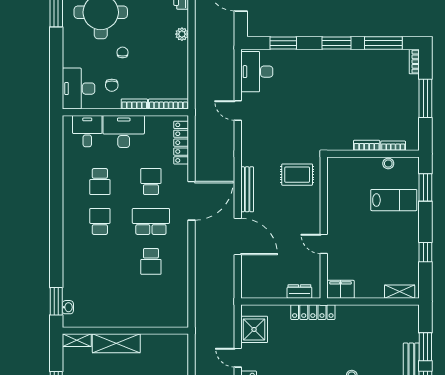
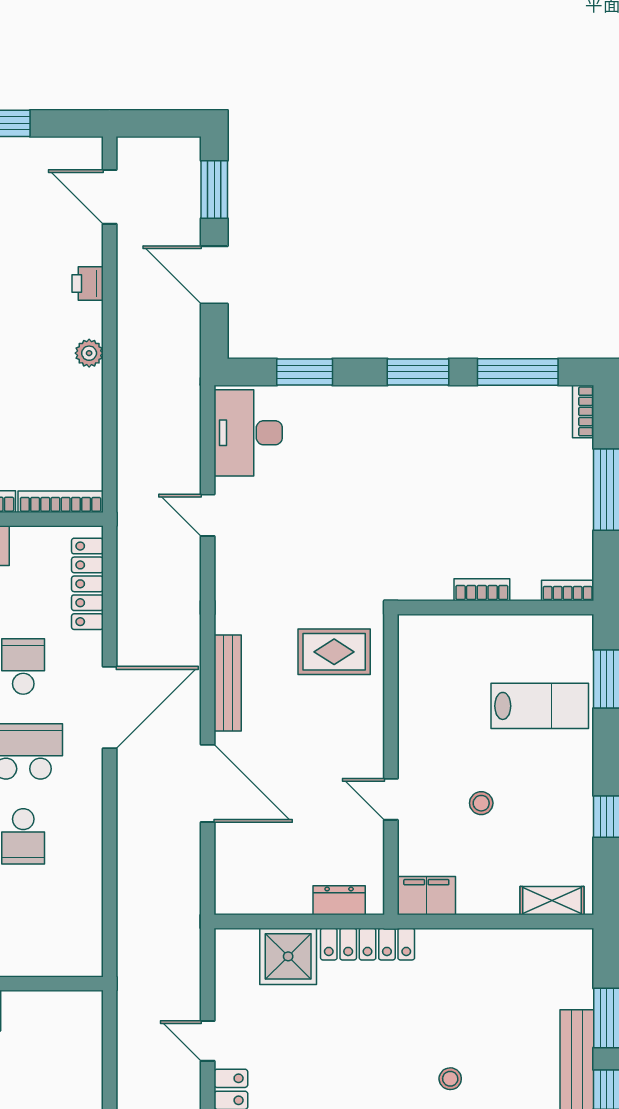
bookcase: (393, 146) -> (568, 591), moved
stool: (388, 164) -> (481, 803), moved
shower: (254, 329) -> (288, 956), moved

